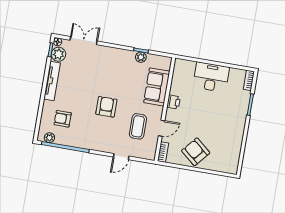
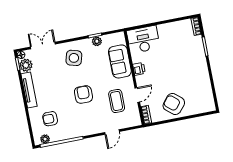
side table: (111, 65) -> (74, 58), added
desk: (211, 77) -> (143, 39), moved

